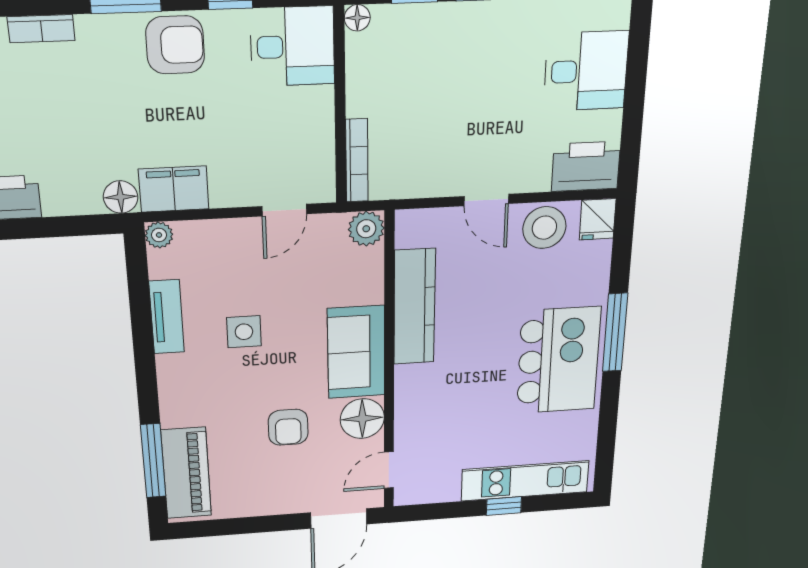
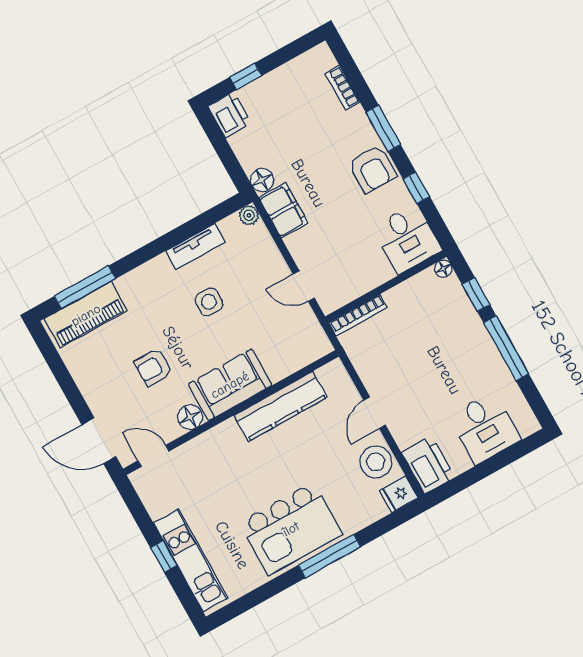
plant: (366, 229) -> (317, 345), removed
floor lamp: (362, 419) -> (190, 417), width x0.73, depth x0.73

